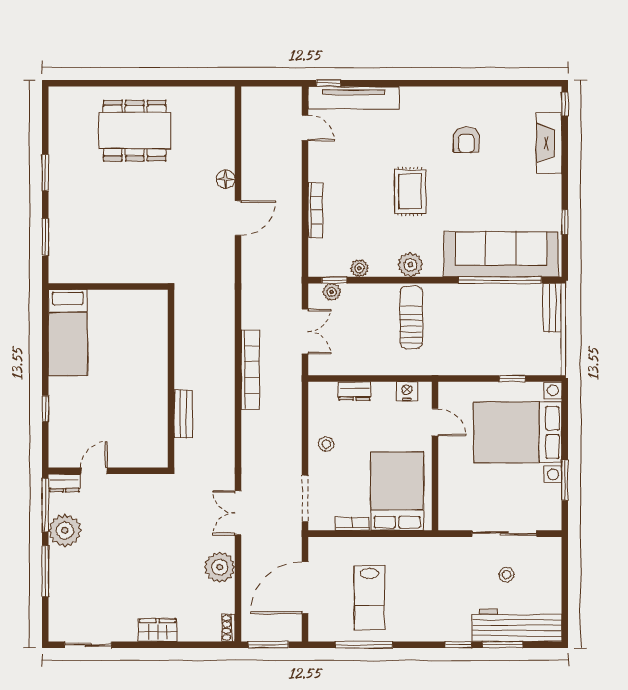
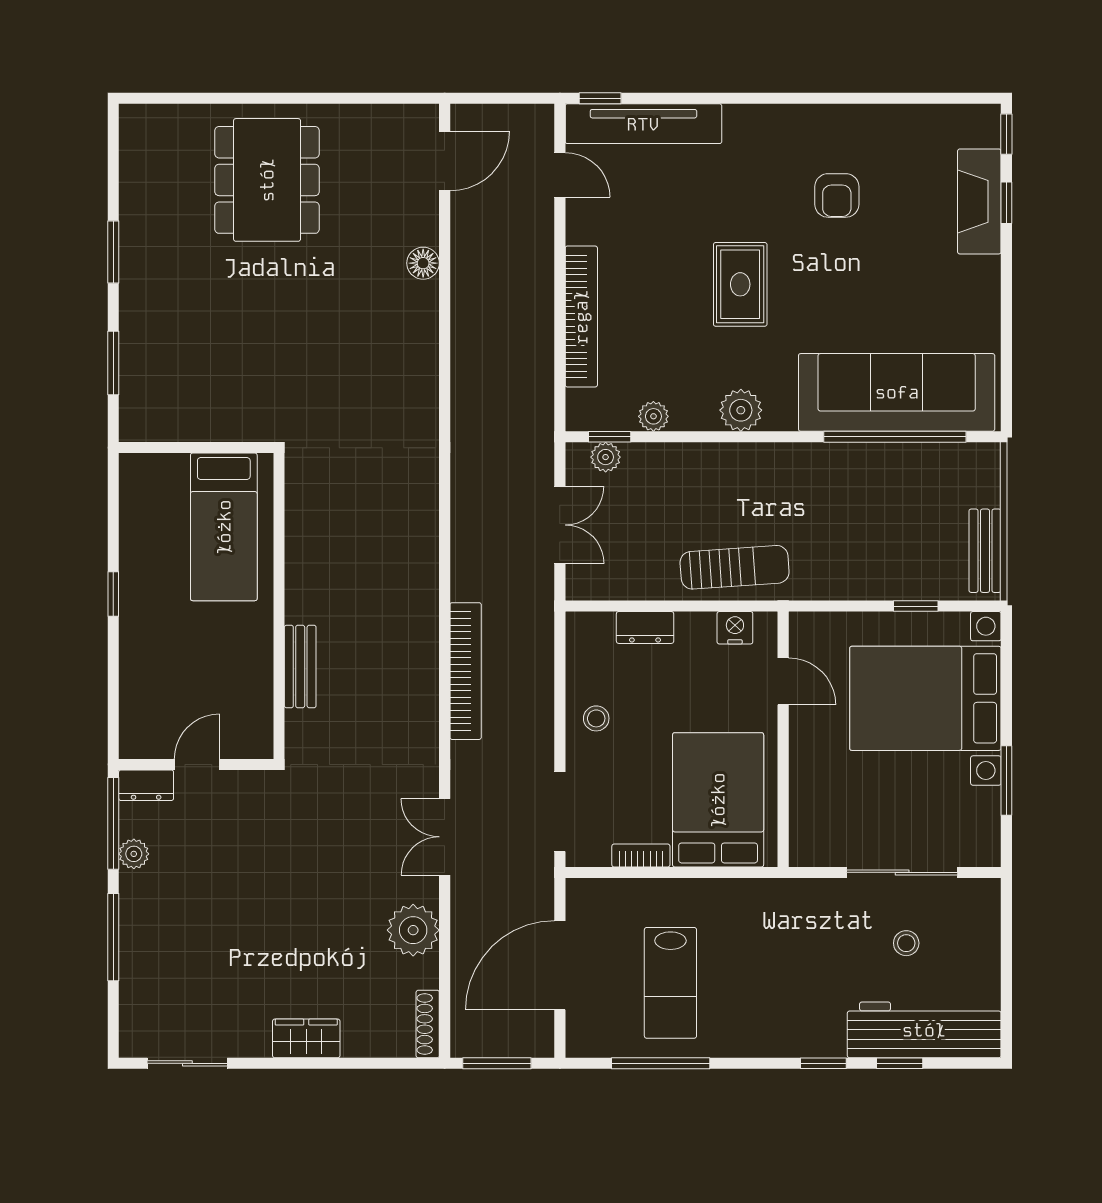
dining table: (135, 131) -> (267, 180), turned 90
bookcase: (315, 210) -> (581, 317), width x1.48, depth x1.31
door: (238, 218) -> (445, 161), moved
window: (565, 222) -> (1006, 203), moved
bench: (552, 308) -> (985, 551), moved
sun lounger: (411, 317) -> (735, 567), moved, turned 86
bed: (68, 333) -> (224, 527), moved
bookcase: (250, 370) -> (466, 671), moved
wall: (171, 379) -> (279, 606), moved
window: (45, 409) -> (113, 594), moved
bench: (183, 414) -> (300, 666), moved
plant: (65, 530) -> (134, 854), width x0.53, depth x0.53
shoe rack: (228, 628) -> (428, 1024), width x1.43
window: (503, 645) -> (900, 1063), width x0.67

